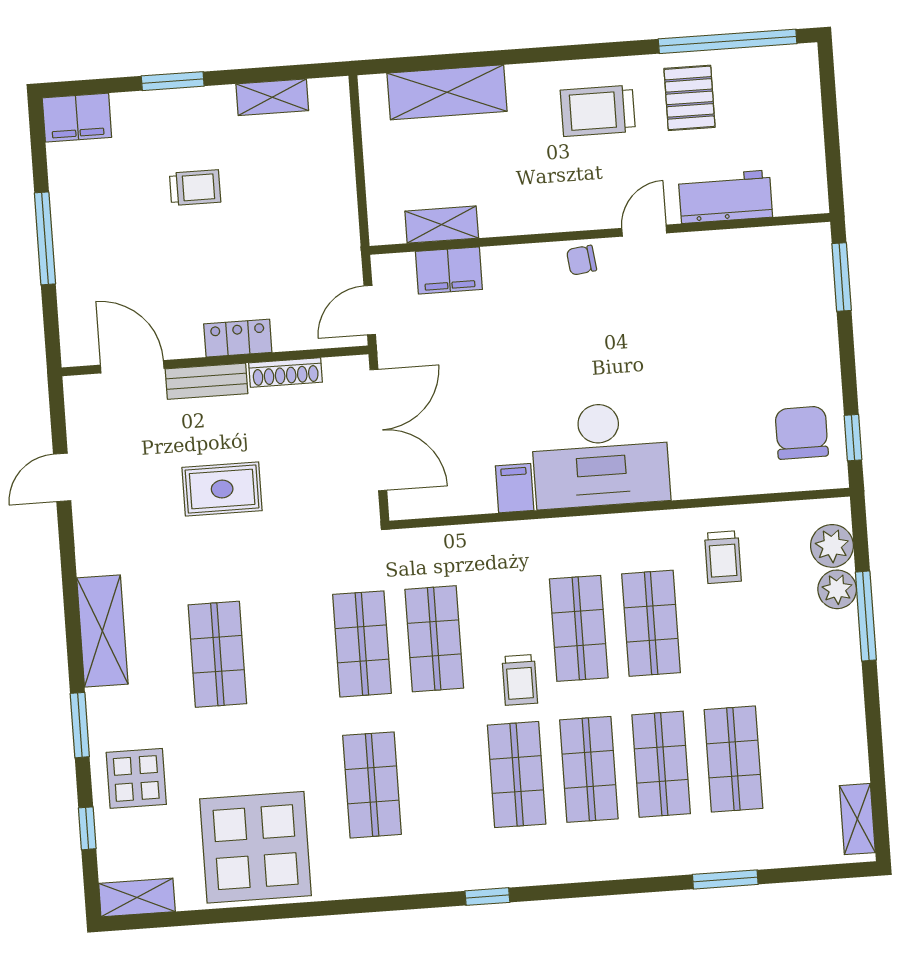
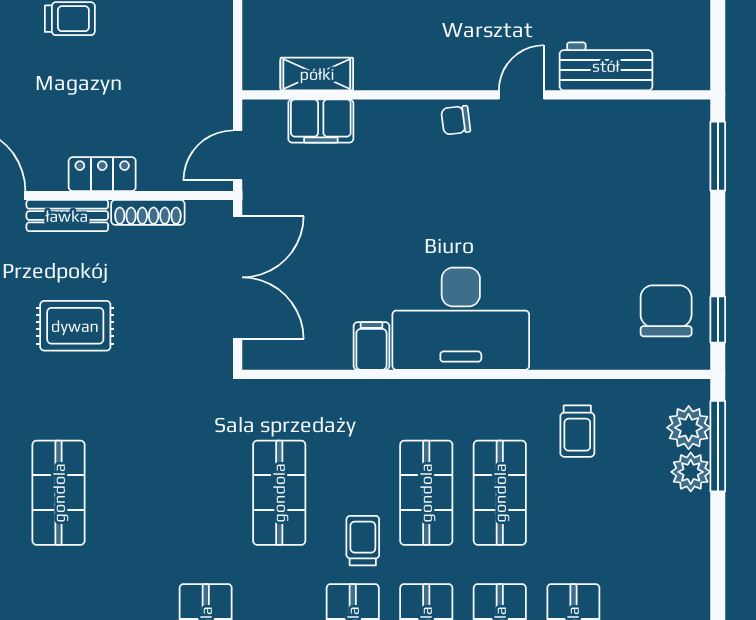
window: (866, 616) -> (718, 446), moved
shop shelf: (362, 644) -> (206, 493), removed
trolley: (520, 680) -> (363, 541), turned 180

